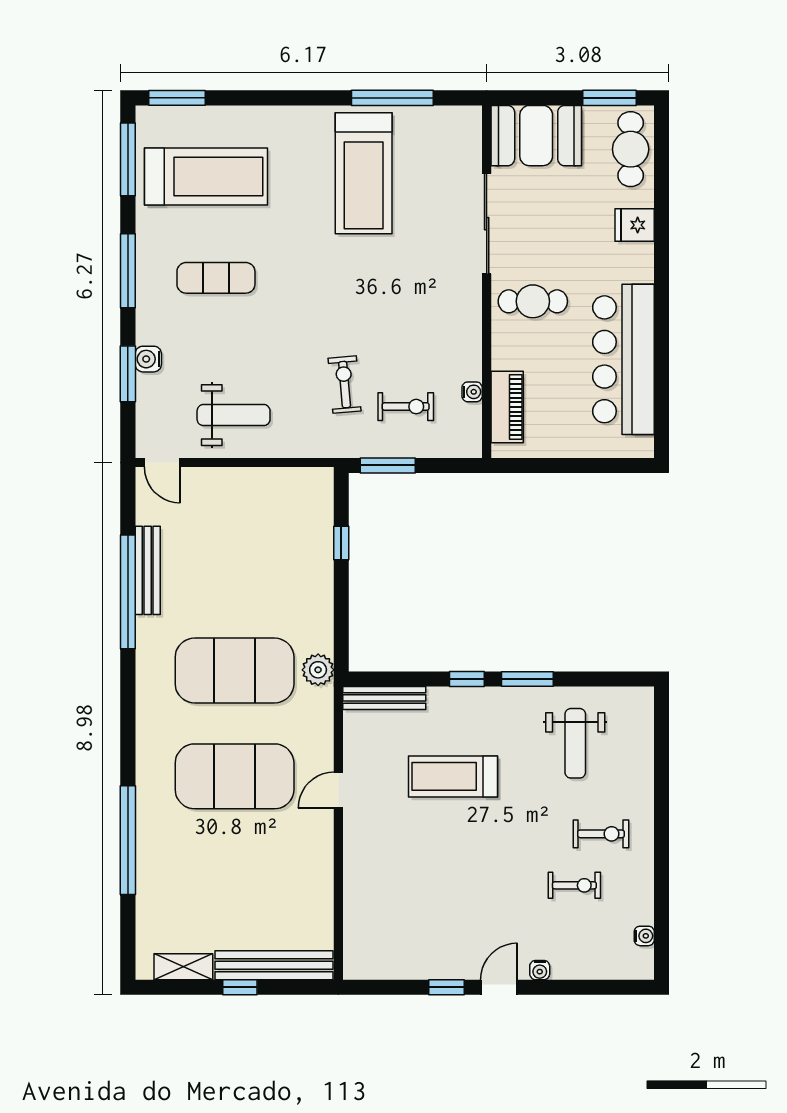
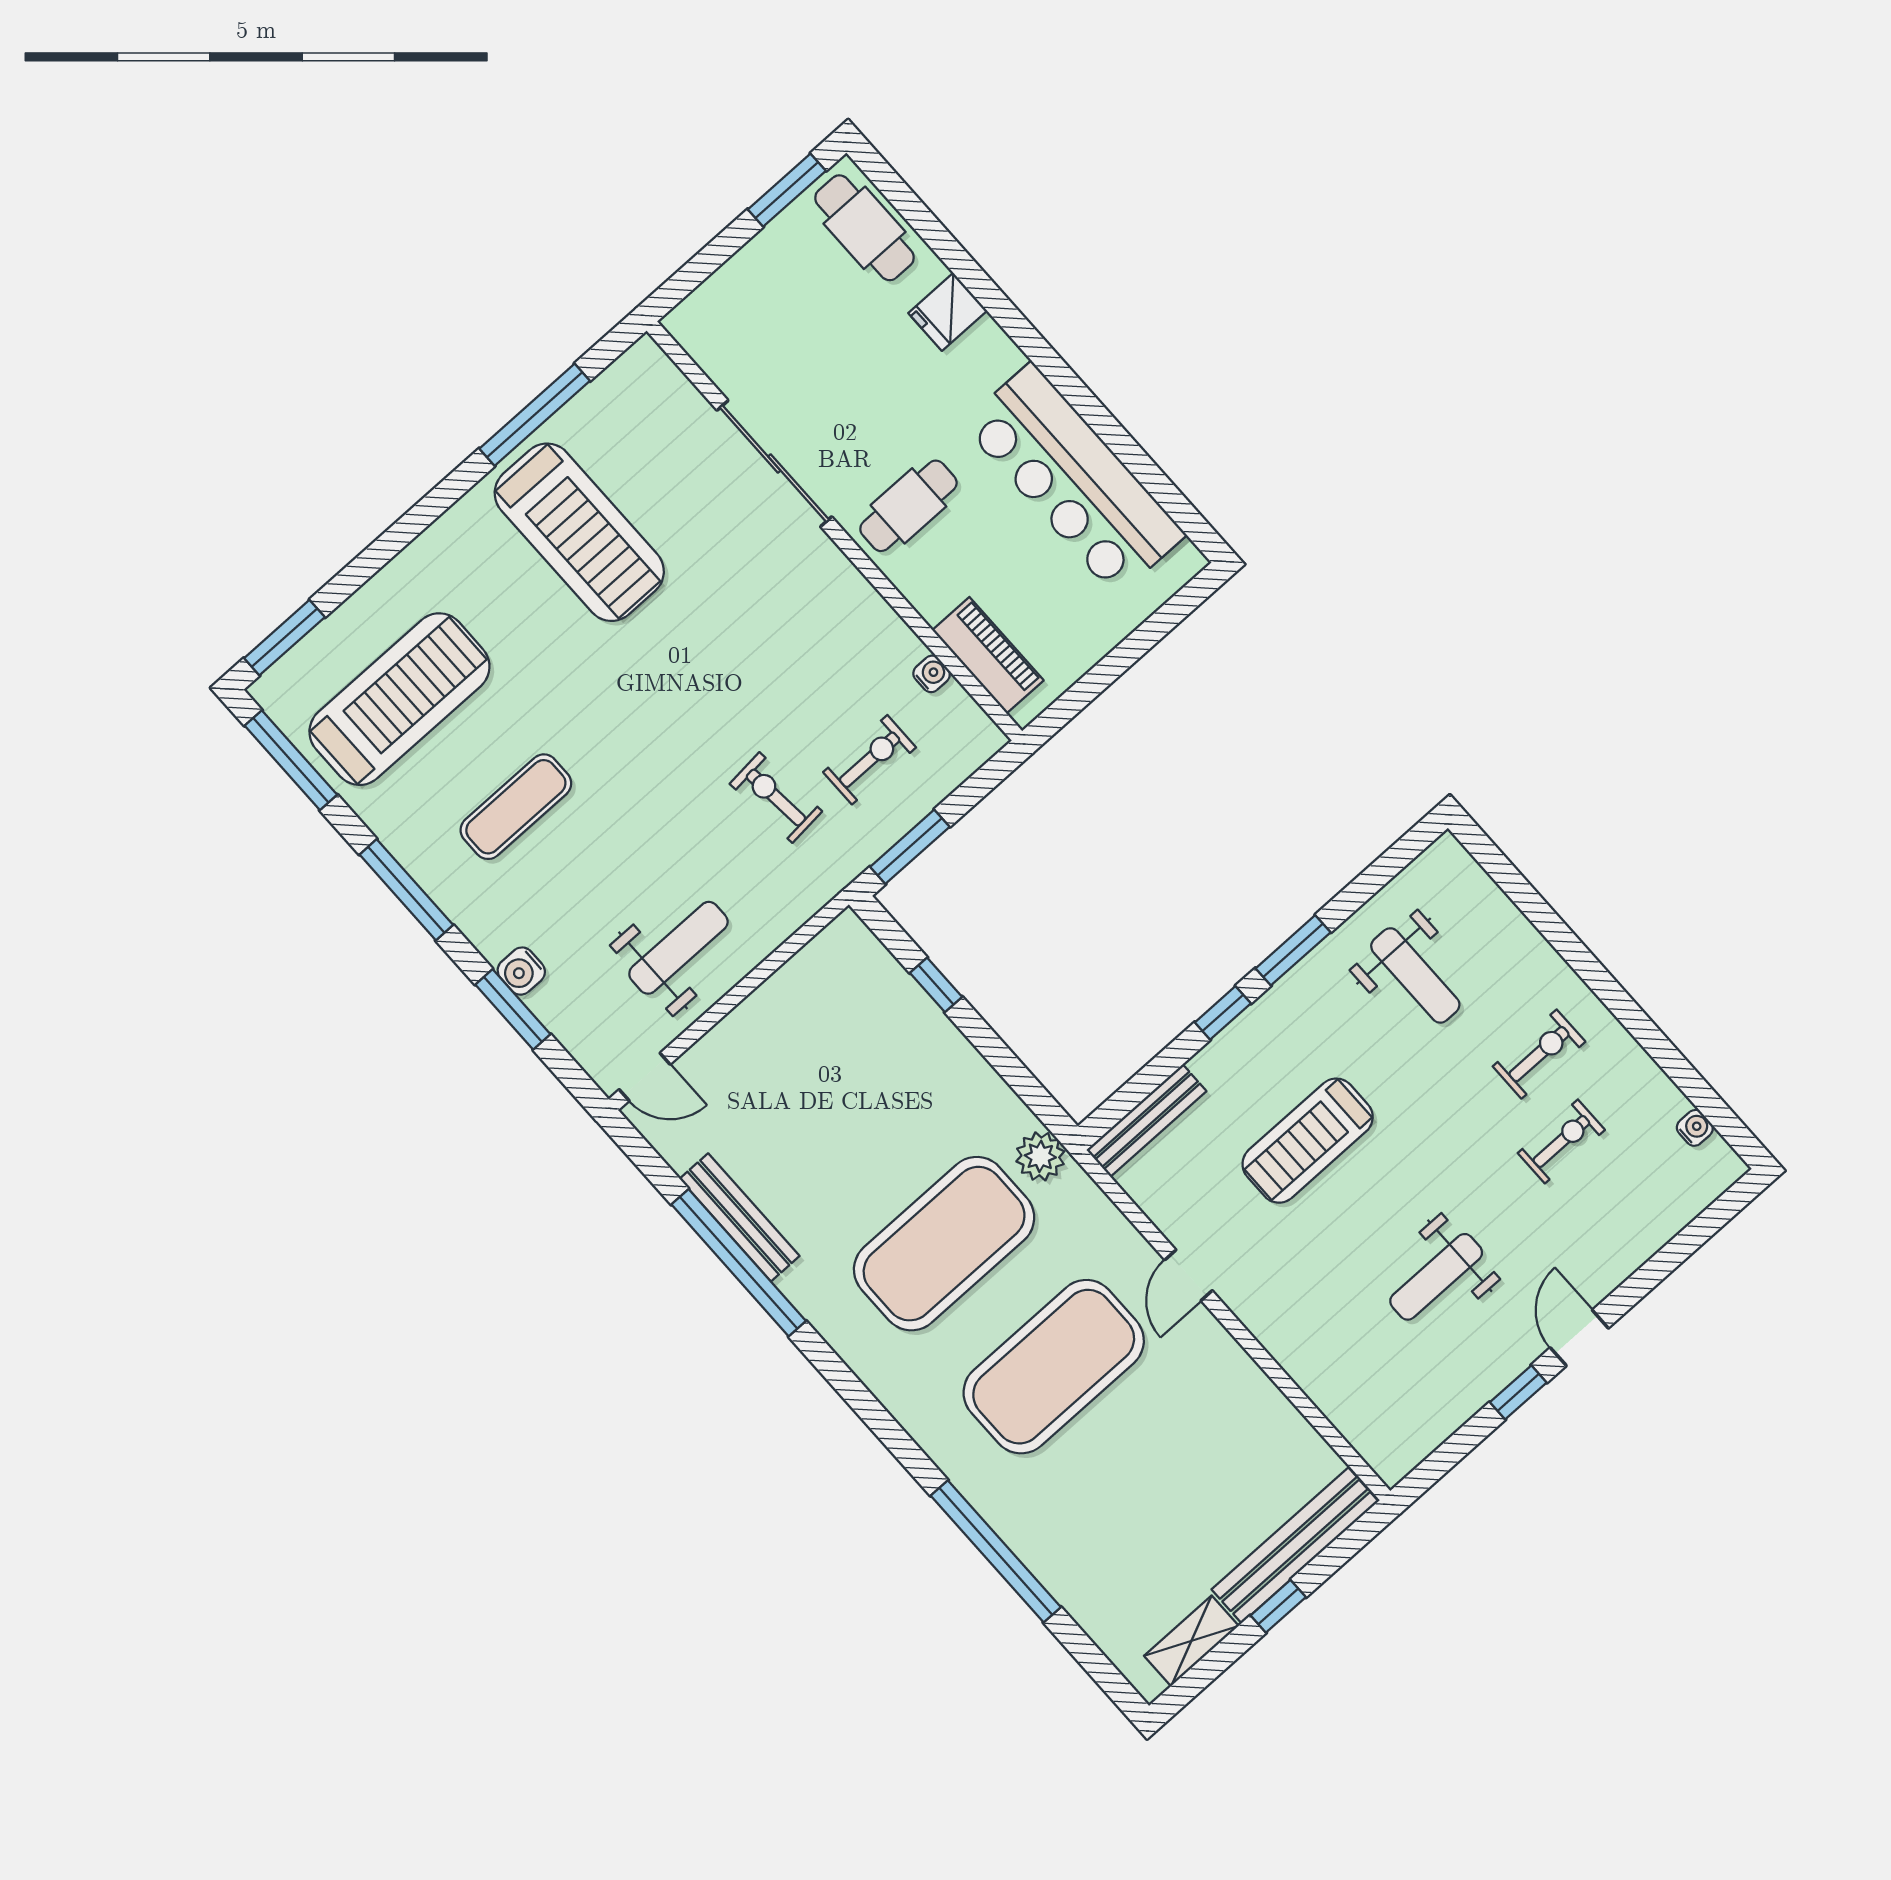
booth: (536, 136) -> (741, 310), removed
weight bench: (456, 897) -> (1436, 1277), added
water cooler: (540, 970) -> (1609, 1276), removed

